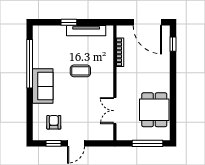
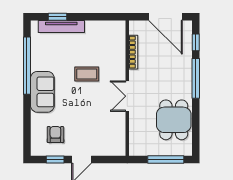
window: (69, 22) -> (57, 17), moved
tv unit: (86, 31) -> (61, 27), moved
window: (173, 75) -> (196, 78), added
double door: (115, 111) -> (127, 96), moved

